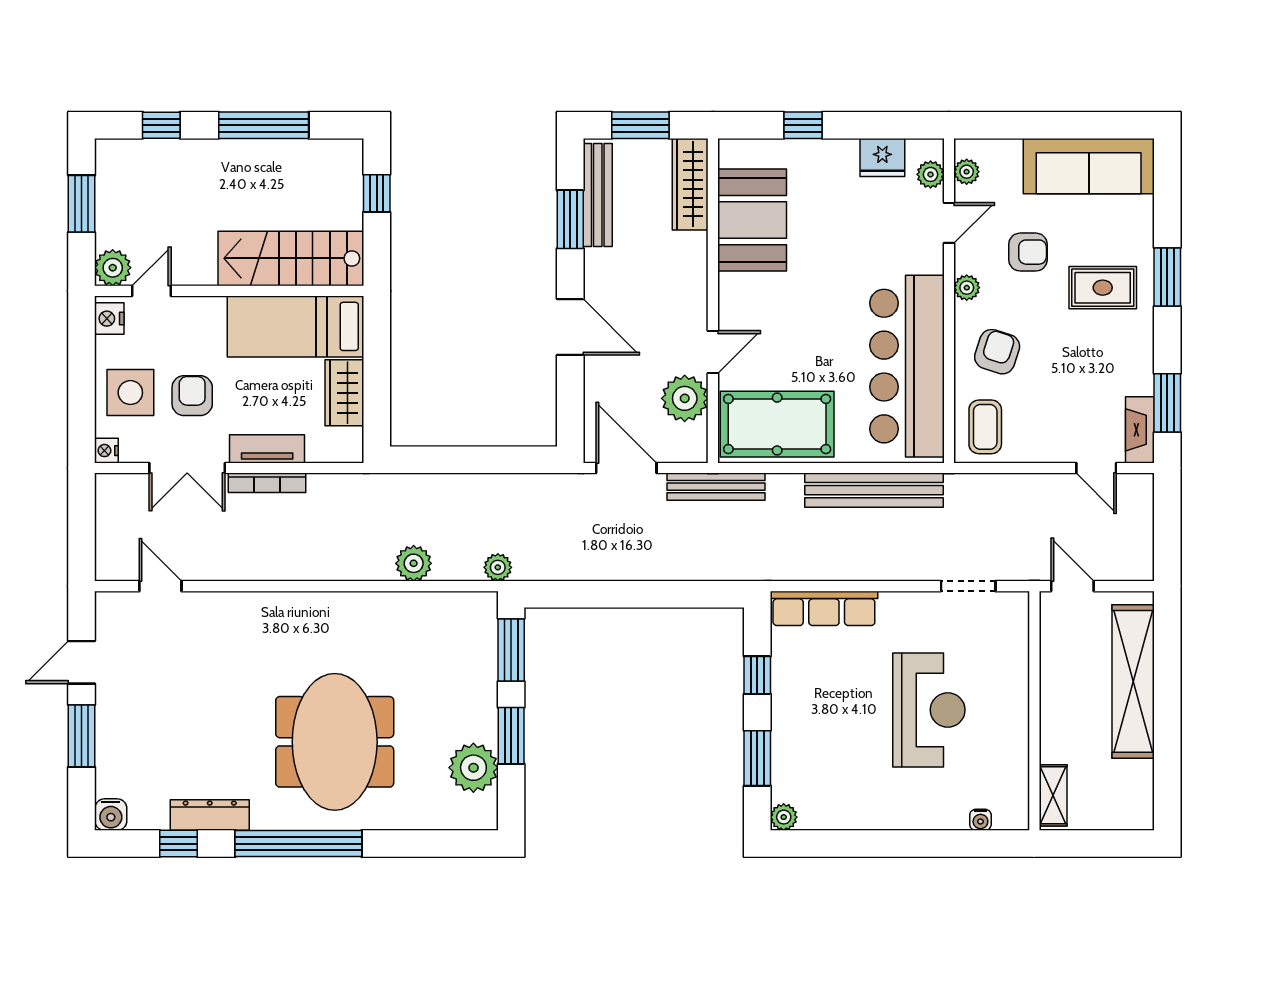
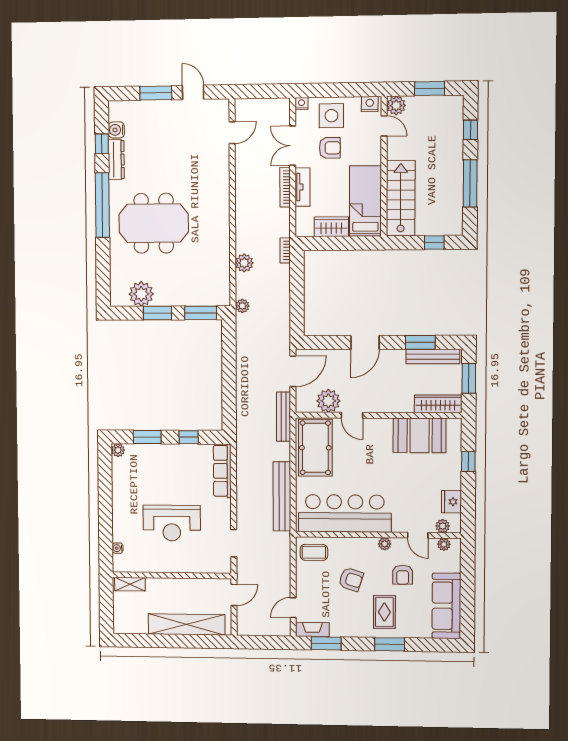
armchair: (997, 352) -> (351, 579), moved
bookcase: (390, 483) -> (285, 250), added
water cooler: (111, 815) -> (116, 130), moved

